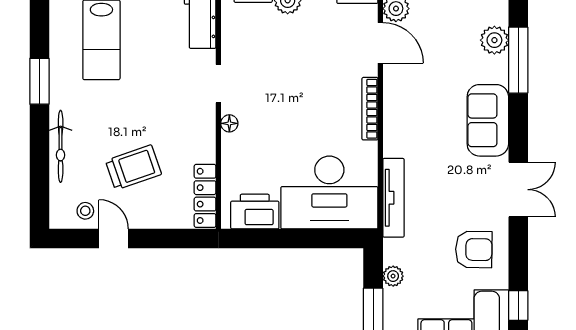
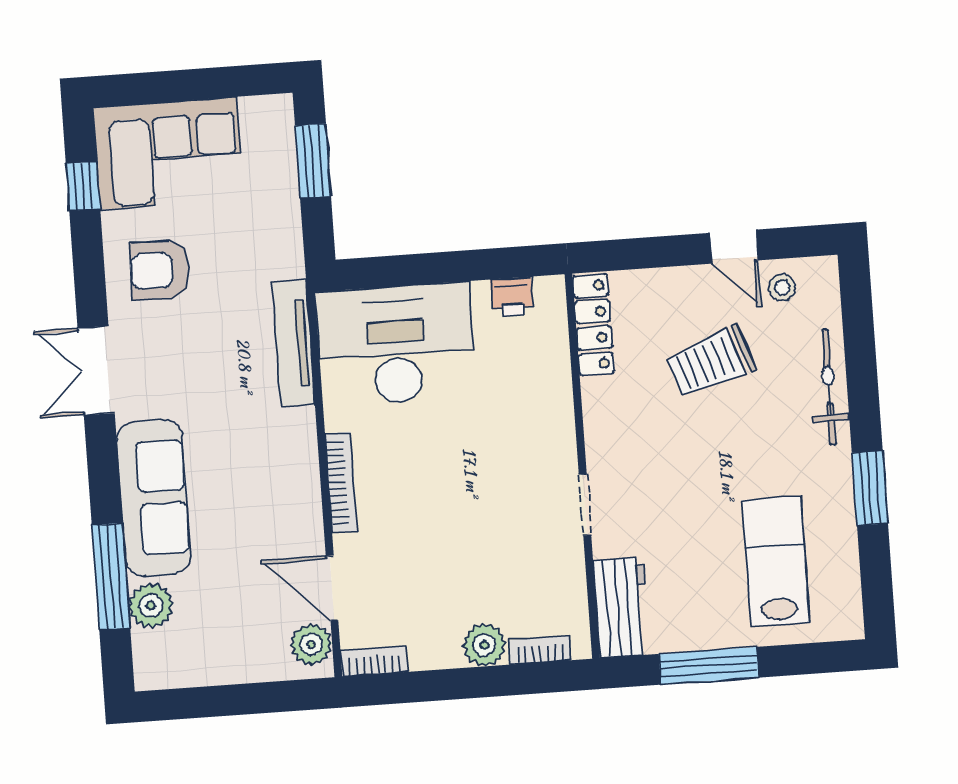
sofa: (488, 120) -> (154, 498), width x1.36
floor lamp: (229, 123) -> (563, 443), removed
printer: (255, 212) -> (512, 297), width x0.53, depth x0.68
plant: (393, 276) -> (285, 219), removed

